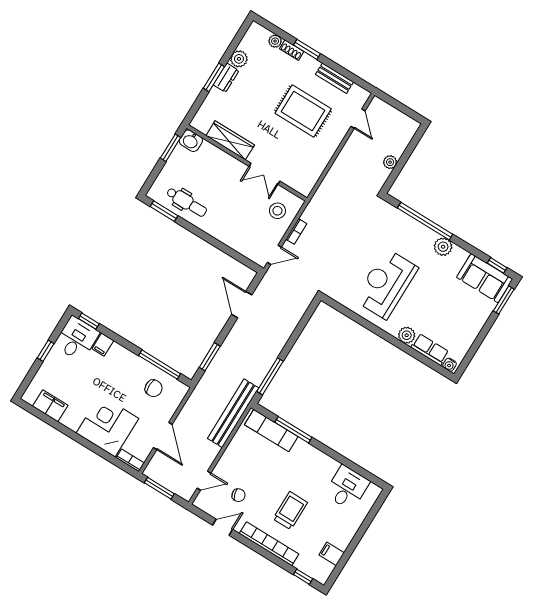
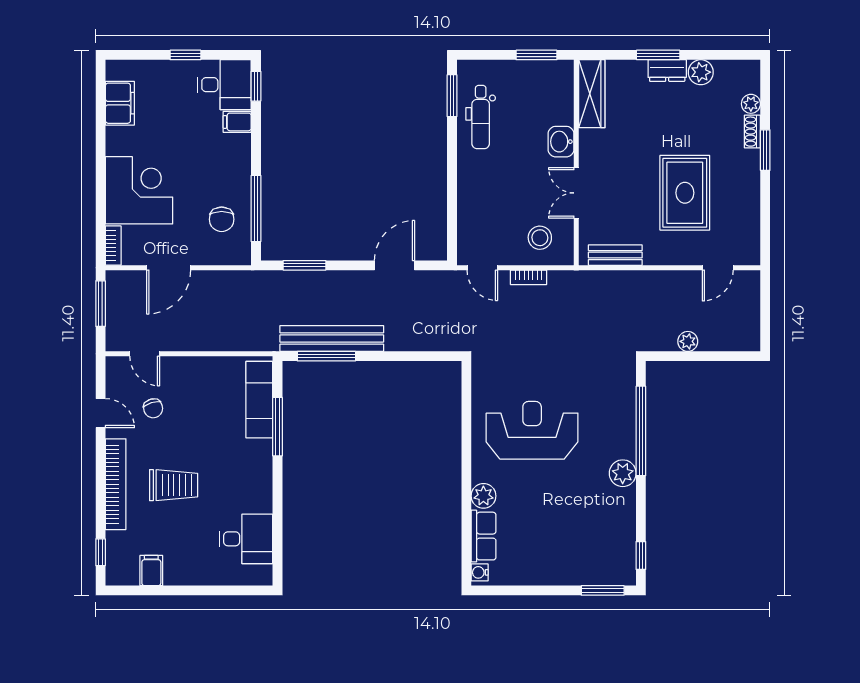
bench: (334, 78) -> (615, 255), moved, turned 90
wardrobe: (230, 140) -> (592, 94), moved
washbasin: (191, 141) -> (561, 142), moved
sofa: (485, 278) -> (615, 550), removed
bench: (233, 413) -> (332, 338), moved

